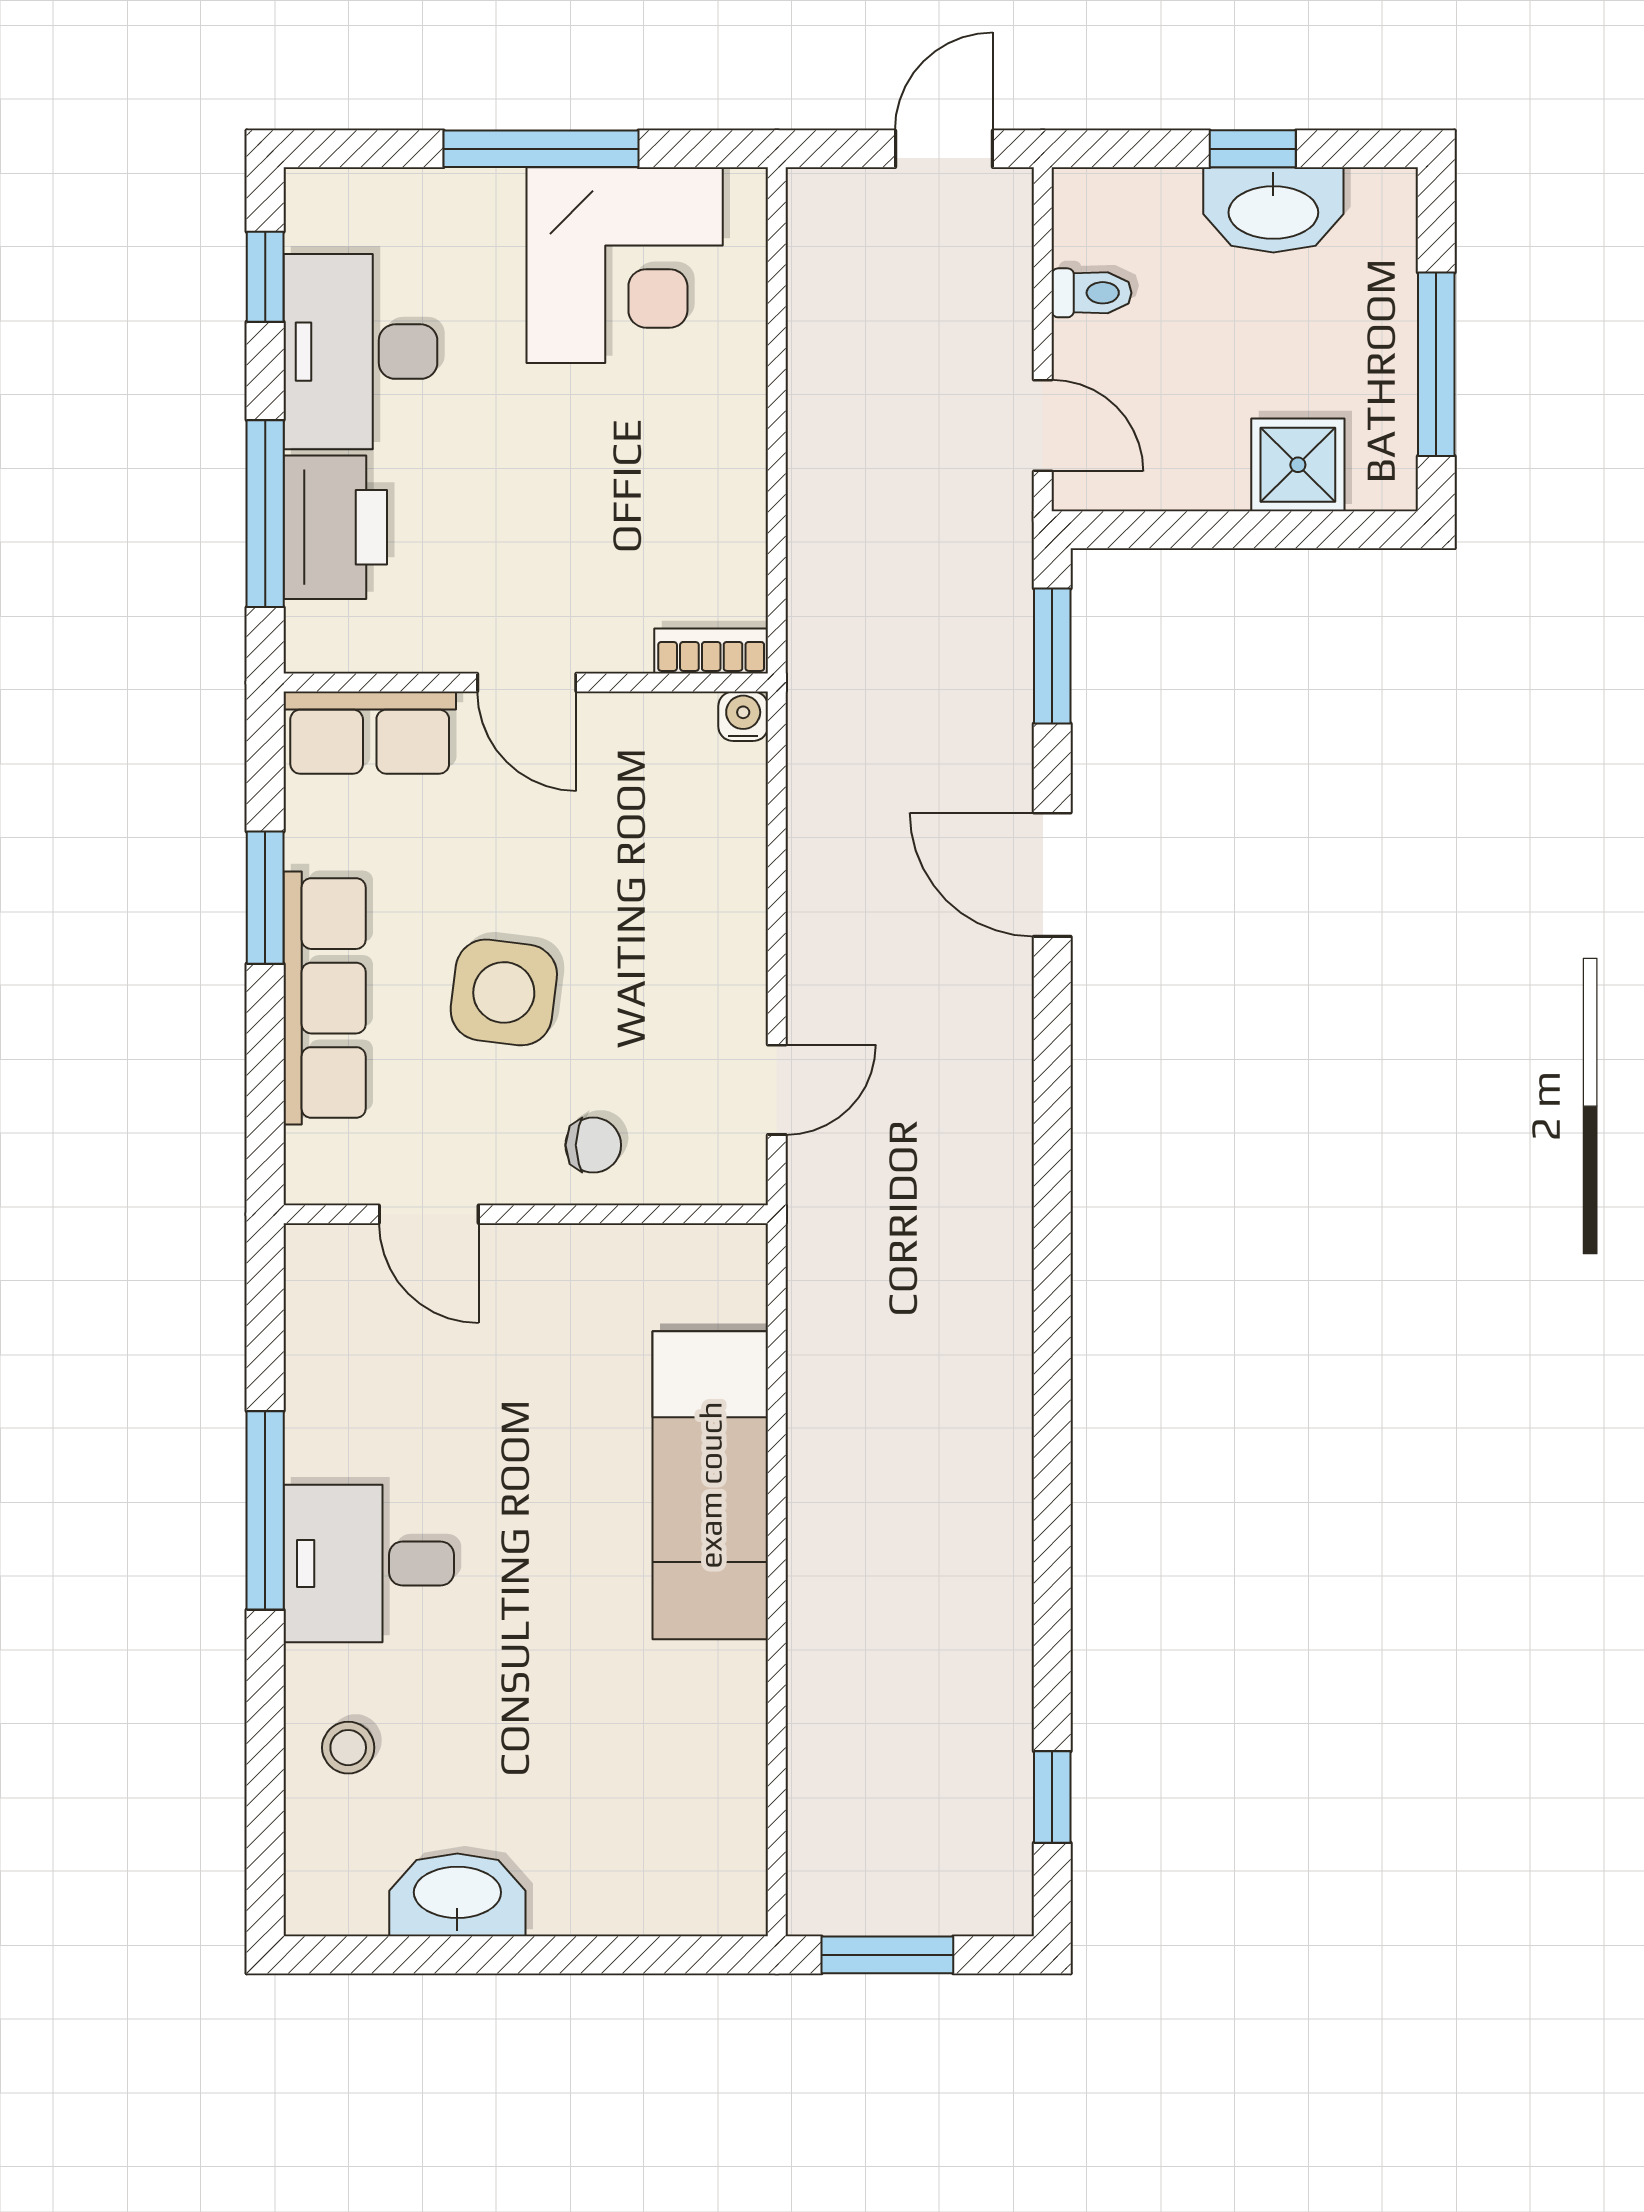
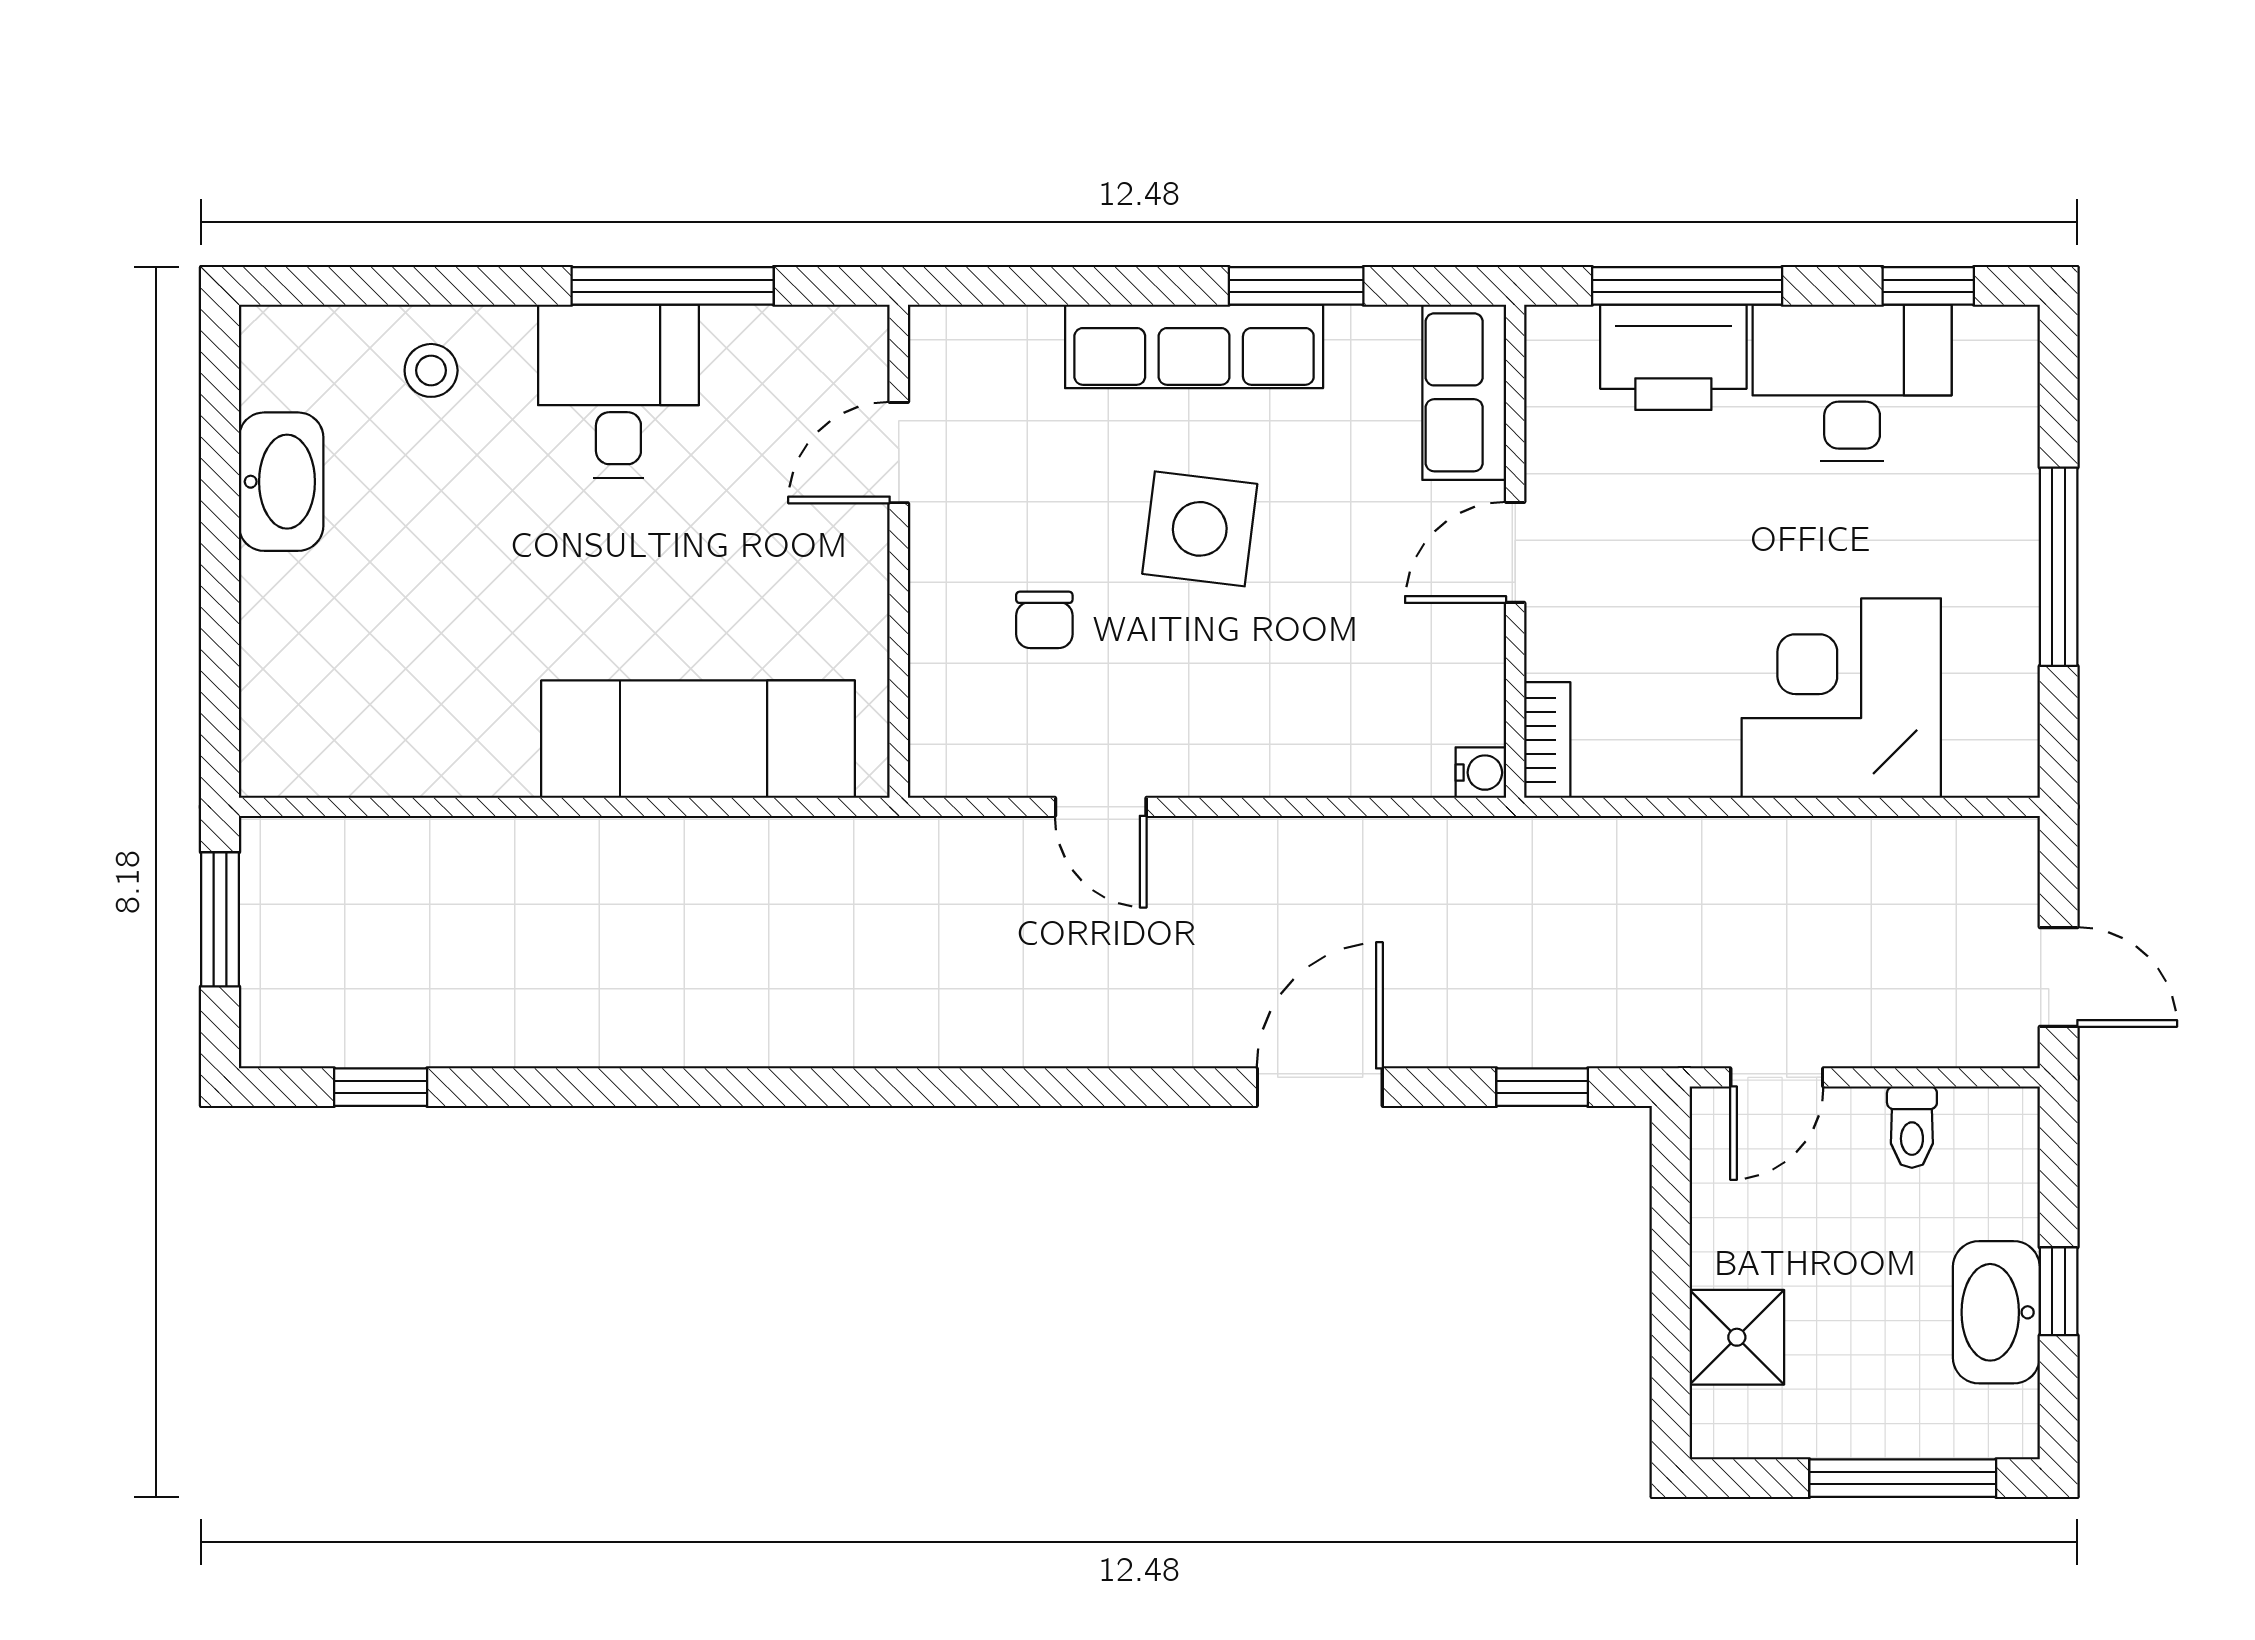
corner desk: (625, 265) -> (1841, 698), moved, turned 90
window: (1436, 364) -> (1903, 1478), moved
window: (1052, 656) -> (1542, 1087), width x0.67
door: (429, 1214) -> (899, 453), moved
wall: (526, 1214) -> (899, 551), moved

